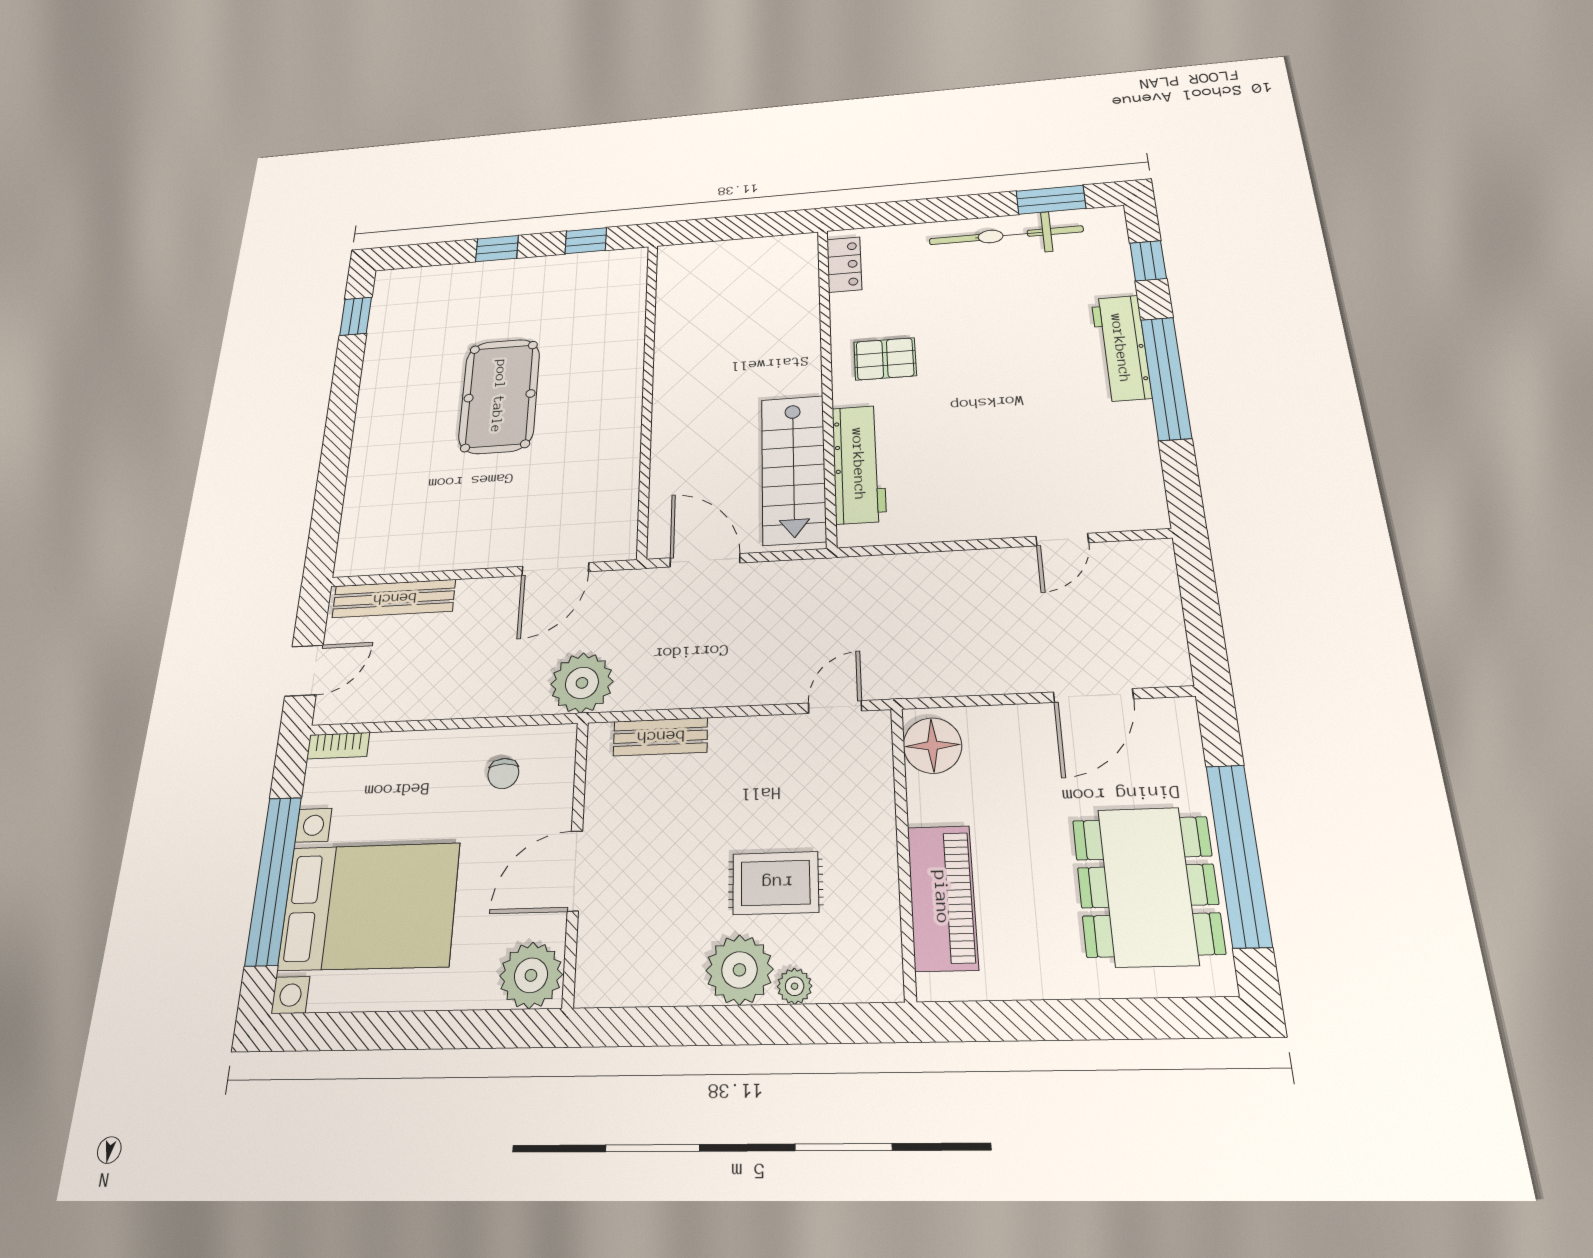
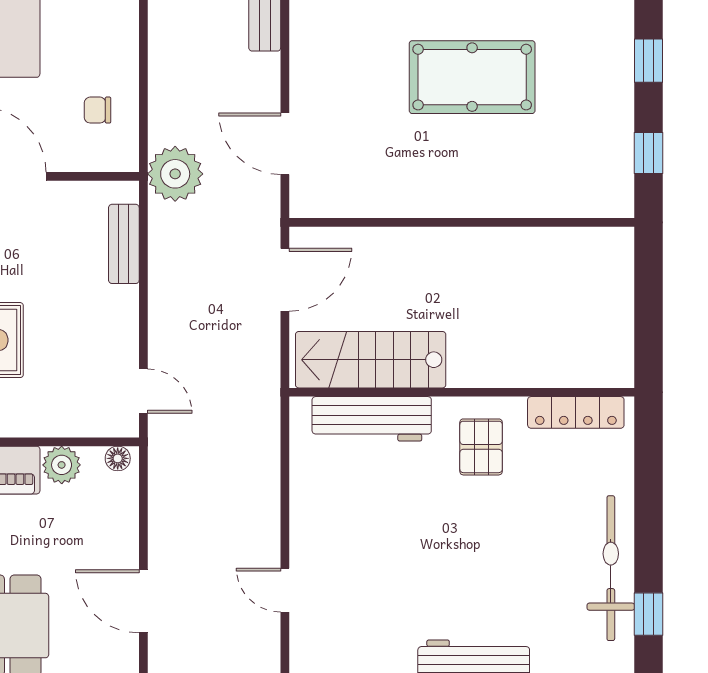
window: (1051, 200) -> (649, 614), width x0.67
locker: (844, 264) -> (576, 412), width x1.53
floor lamp: (932, 746) -> (118, 458), width x0.53, depth x0.53
plant: (930, 800) -> (62, 465), added

